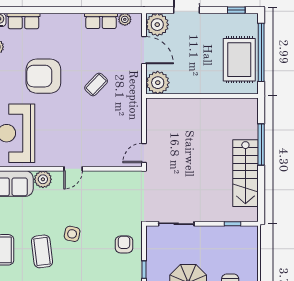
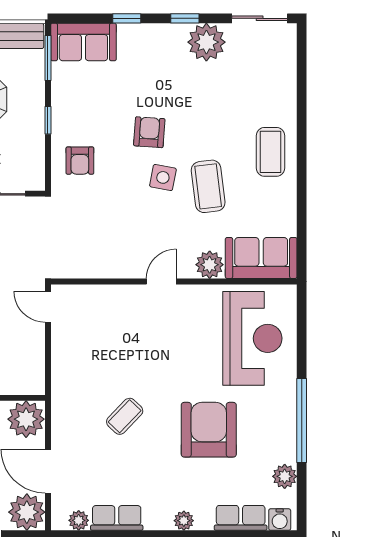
plant: (59, 19) -> (184, 521), added
armchair: (43, 76) -> (209, 430), turned -90
door: (144, 153) -> (48, 307), swing flipped
coffee table: (42, 251) -> (208, 186), moved
armchair: (81, 262) -> (149, 132), added

